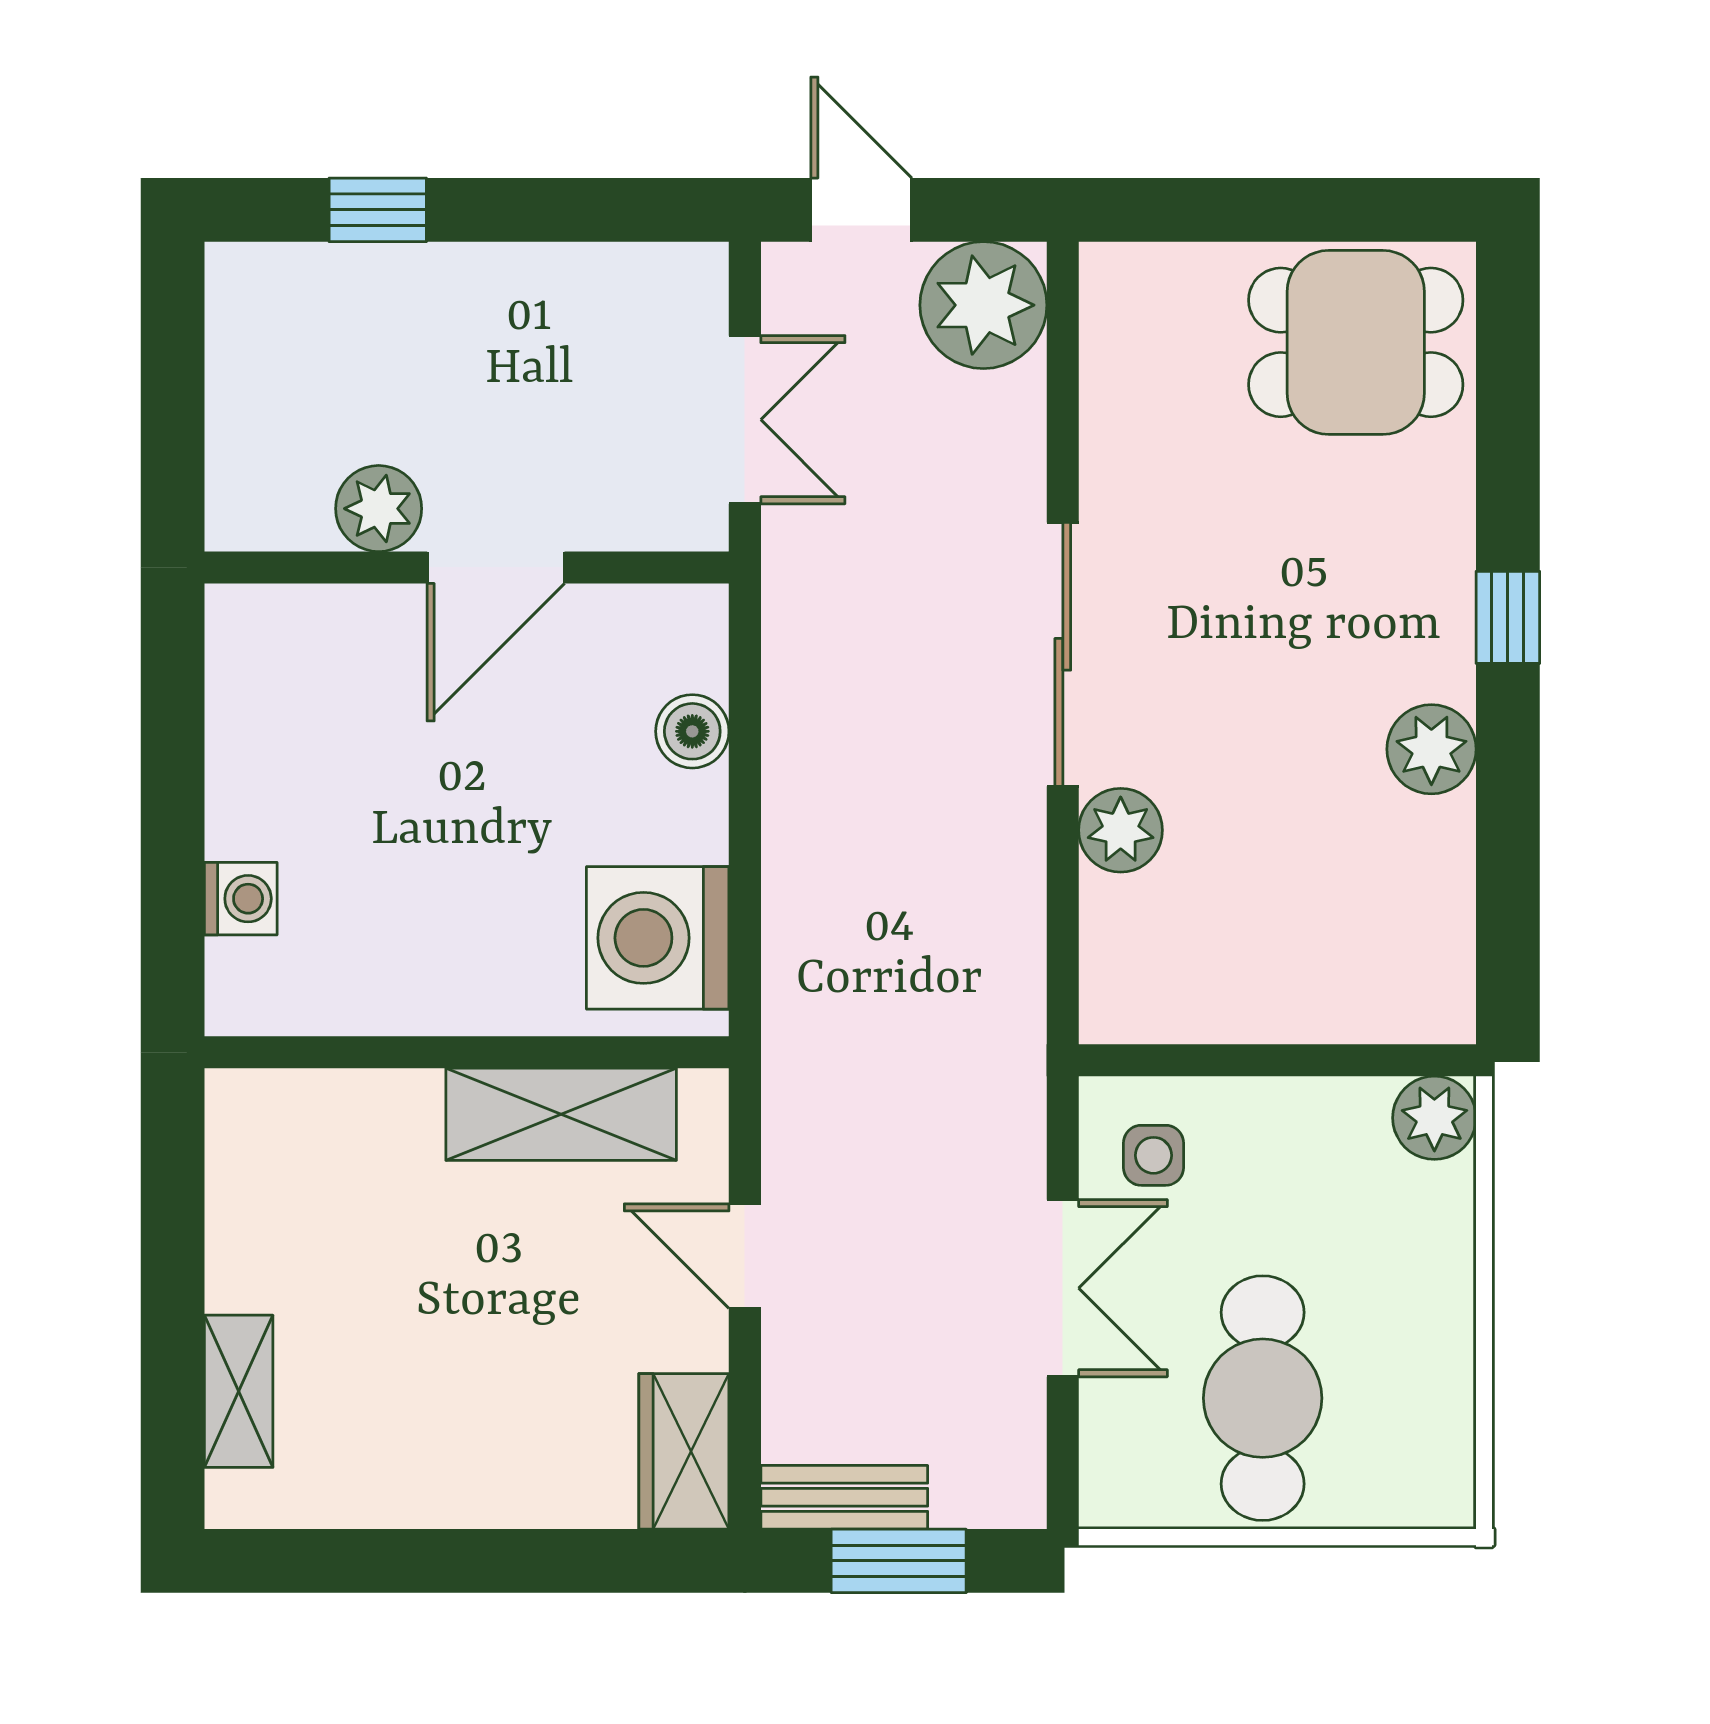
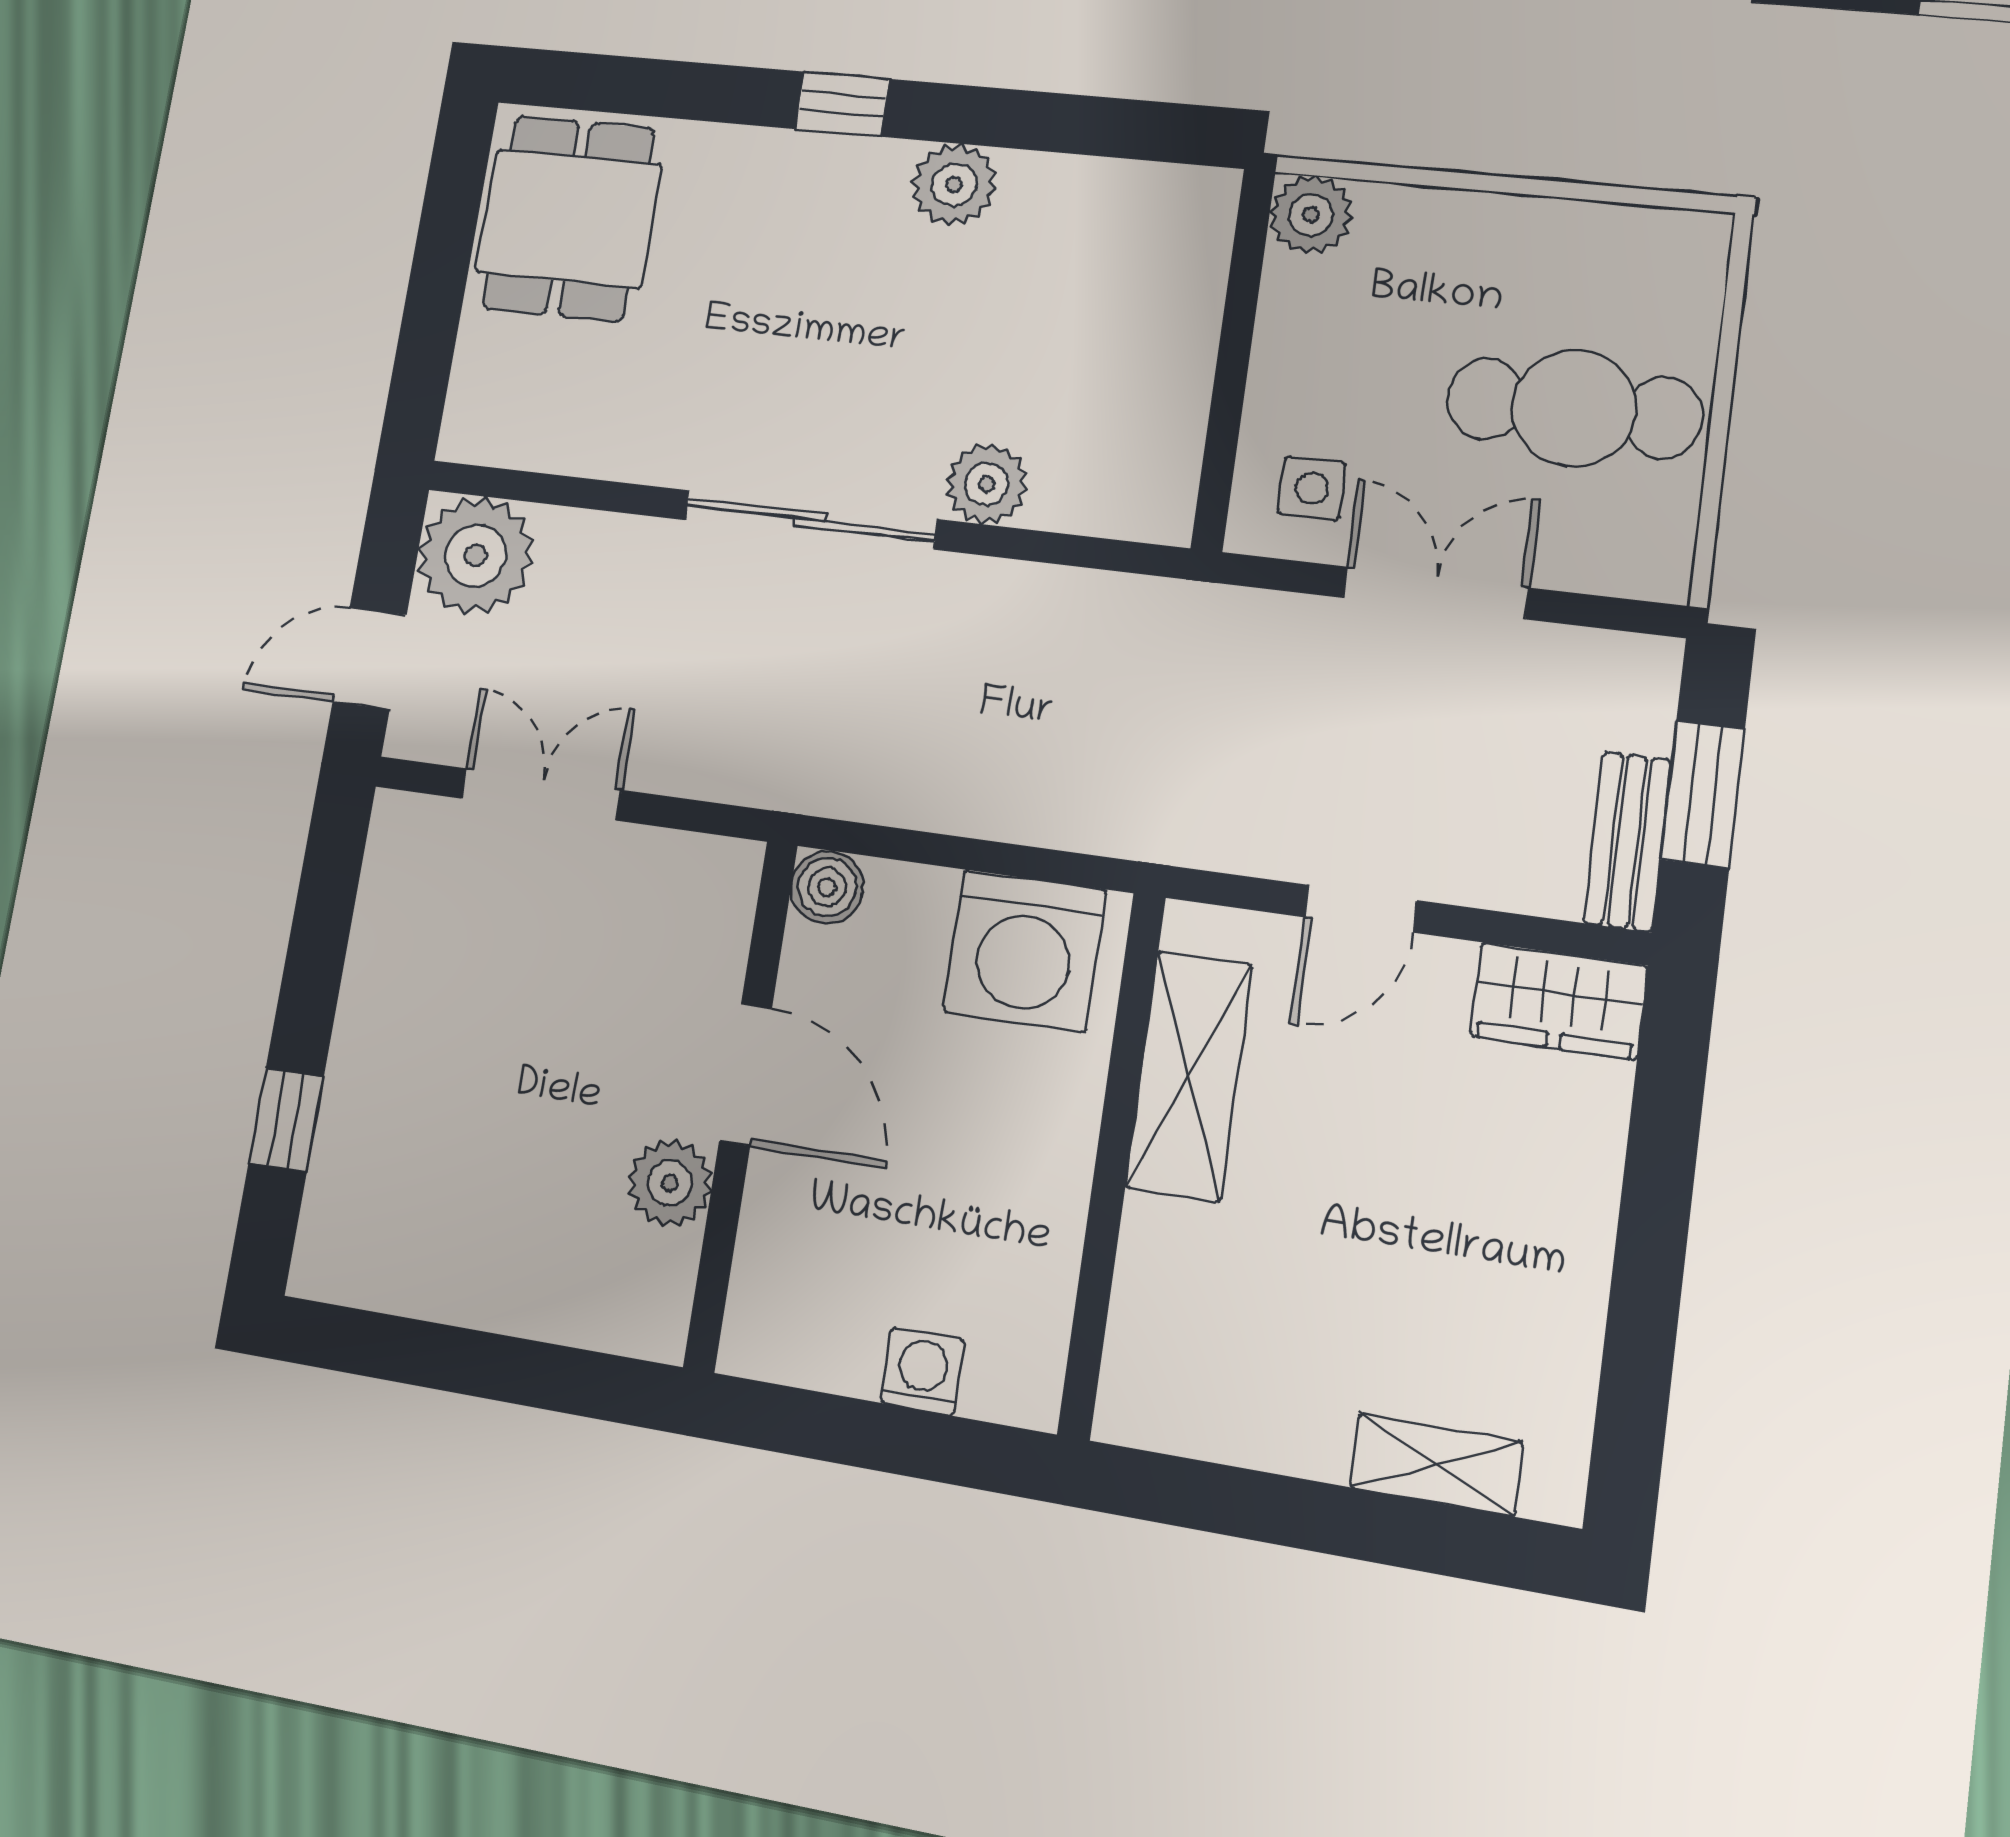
plant: (379, 509) -> (670, 1183), moved
wall: (467, 567) -> (741, 1104), moved
door: (496, 567) -> (746, 1075), moved

